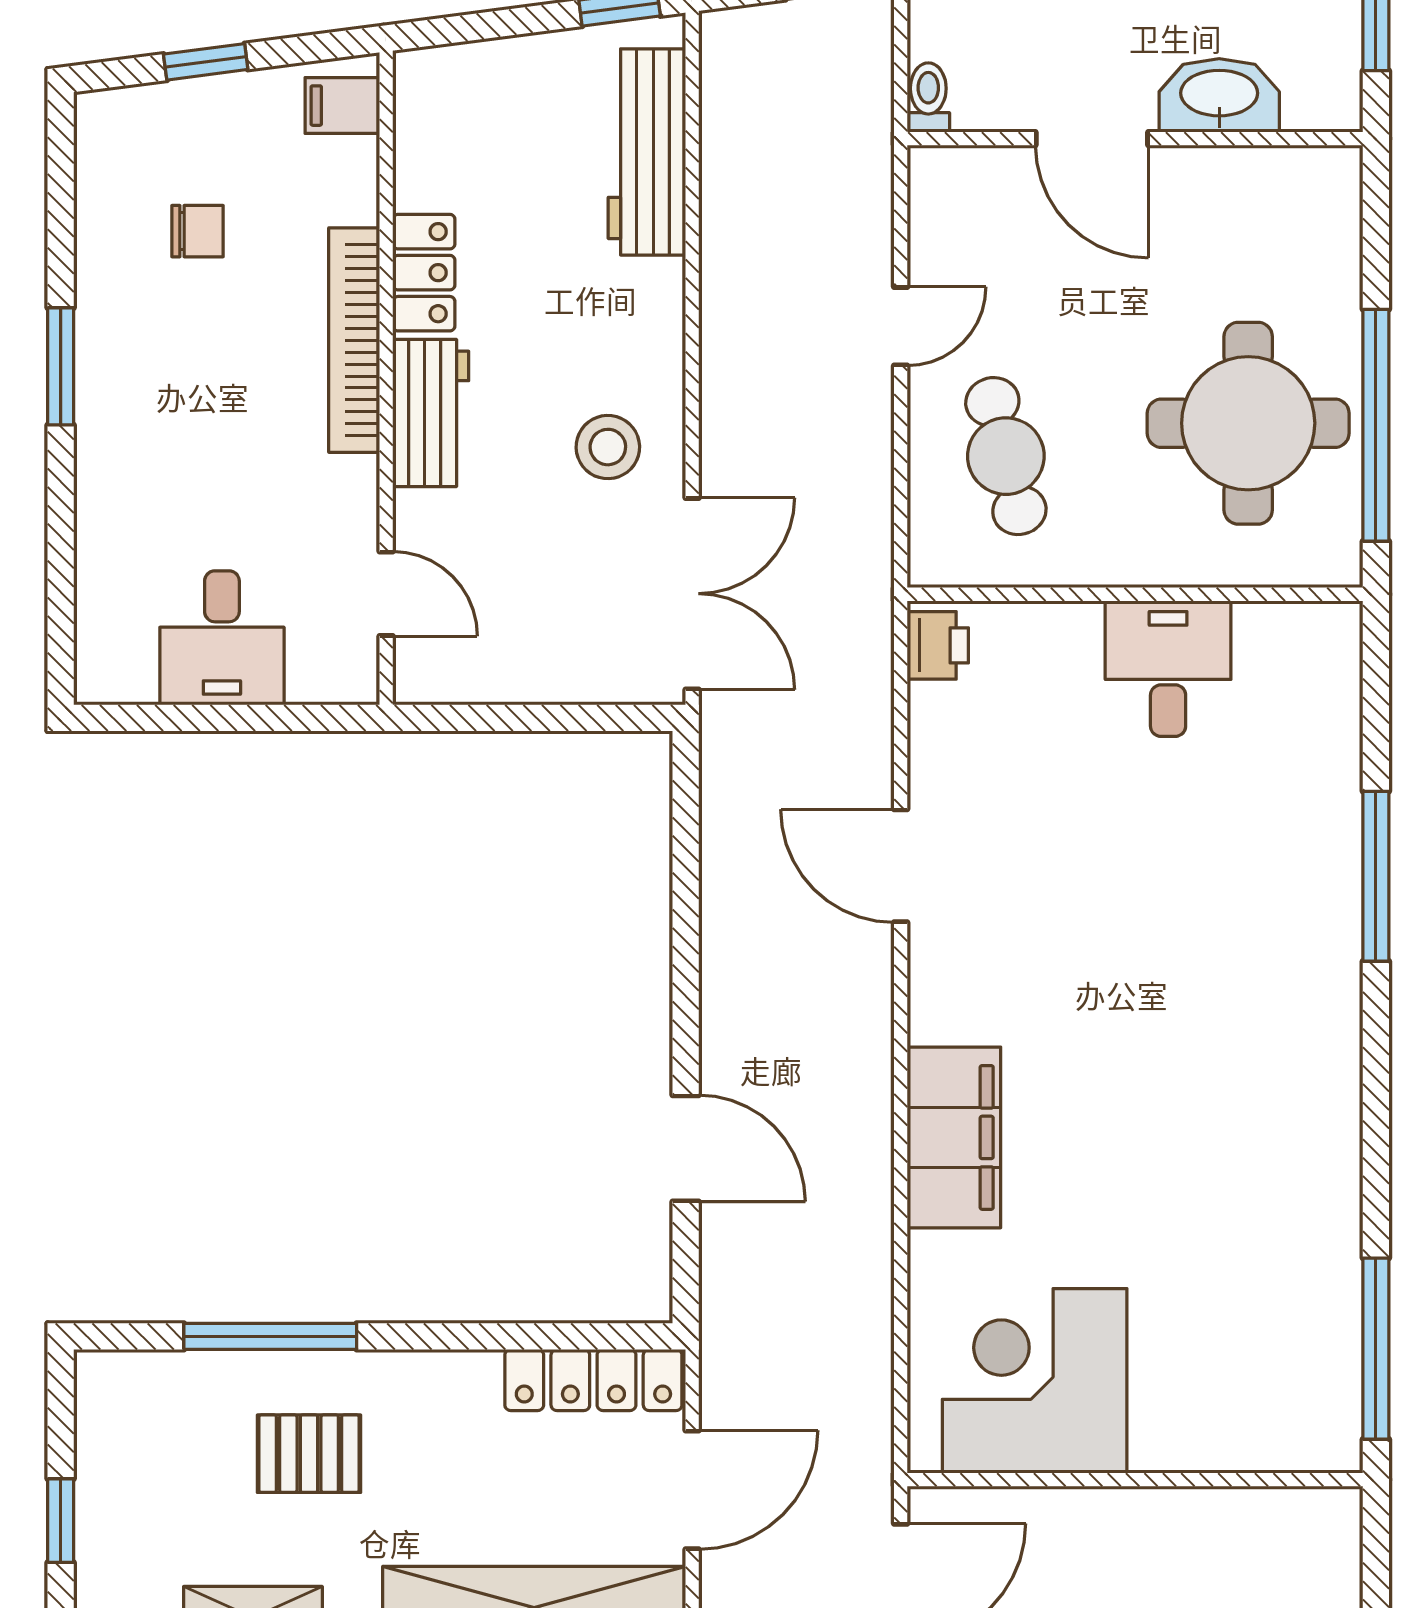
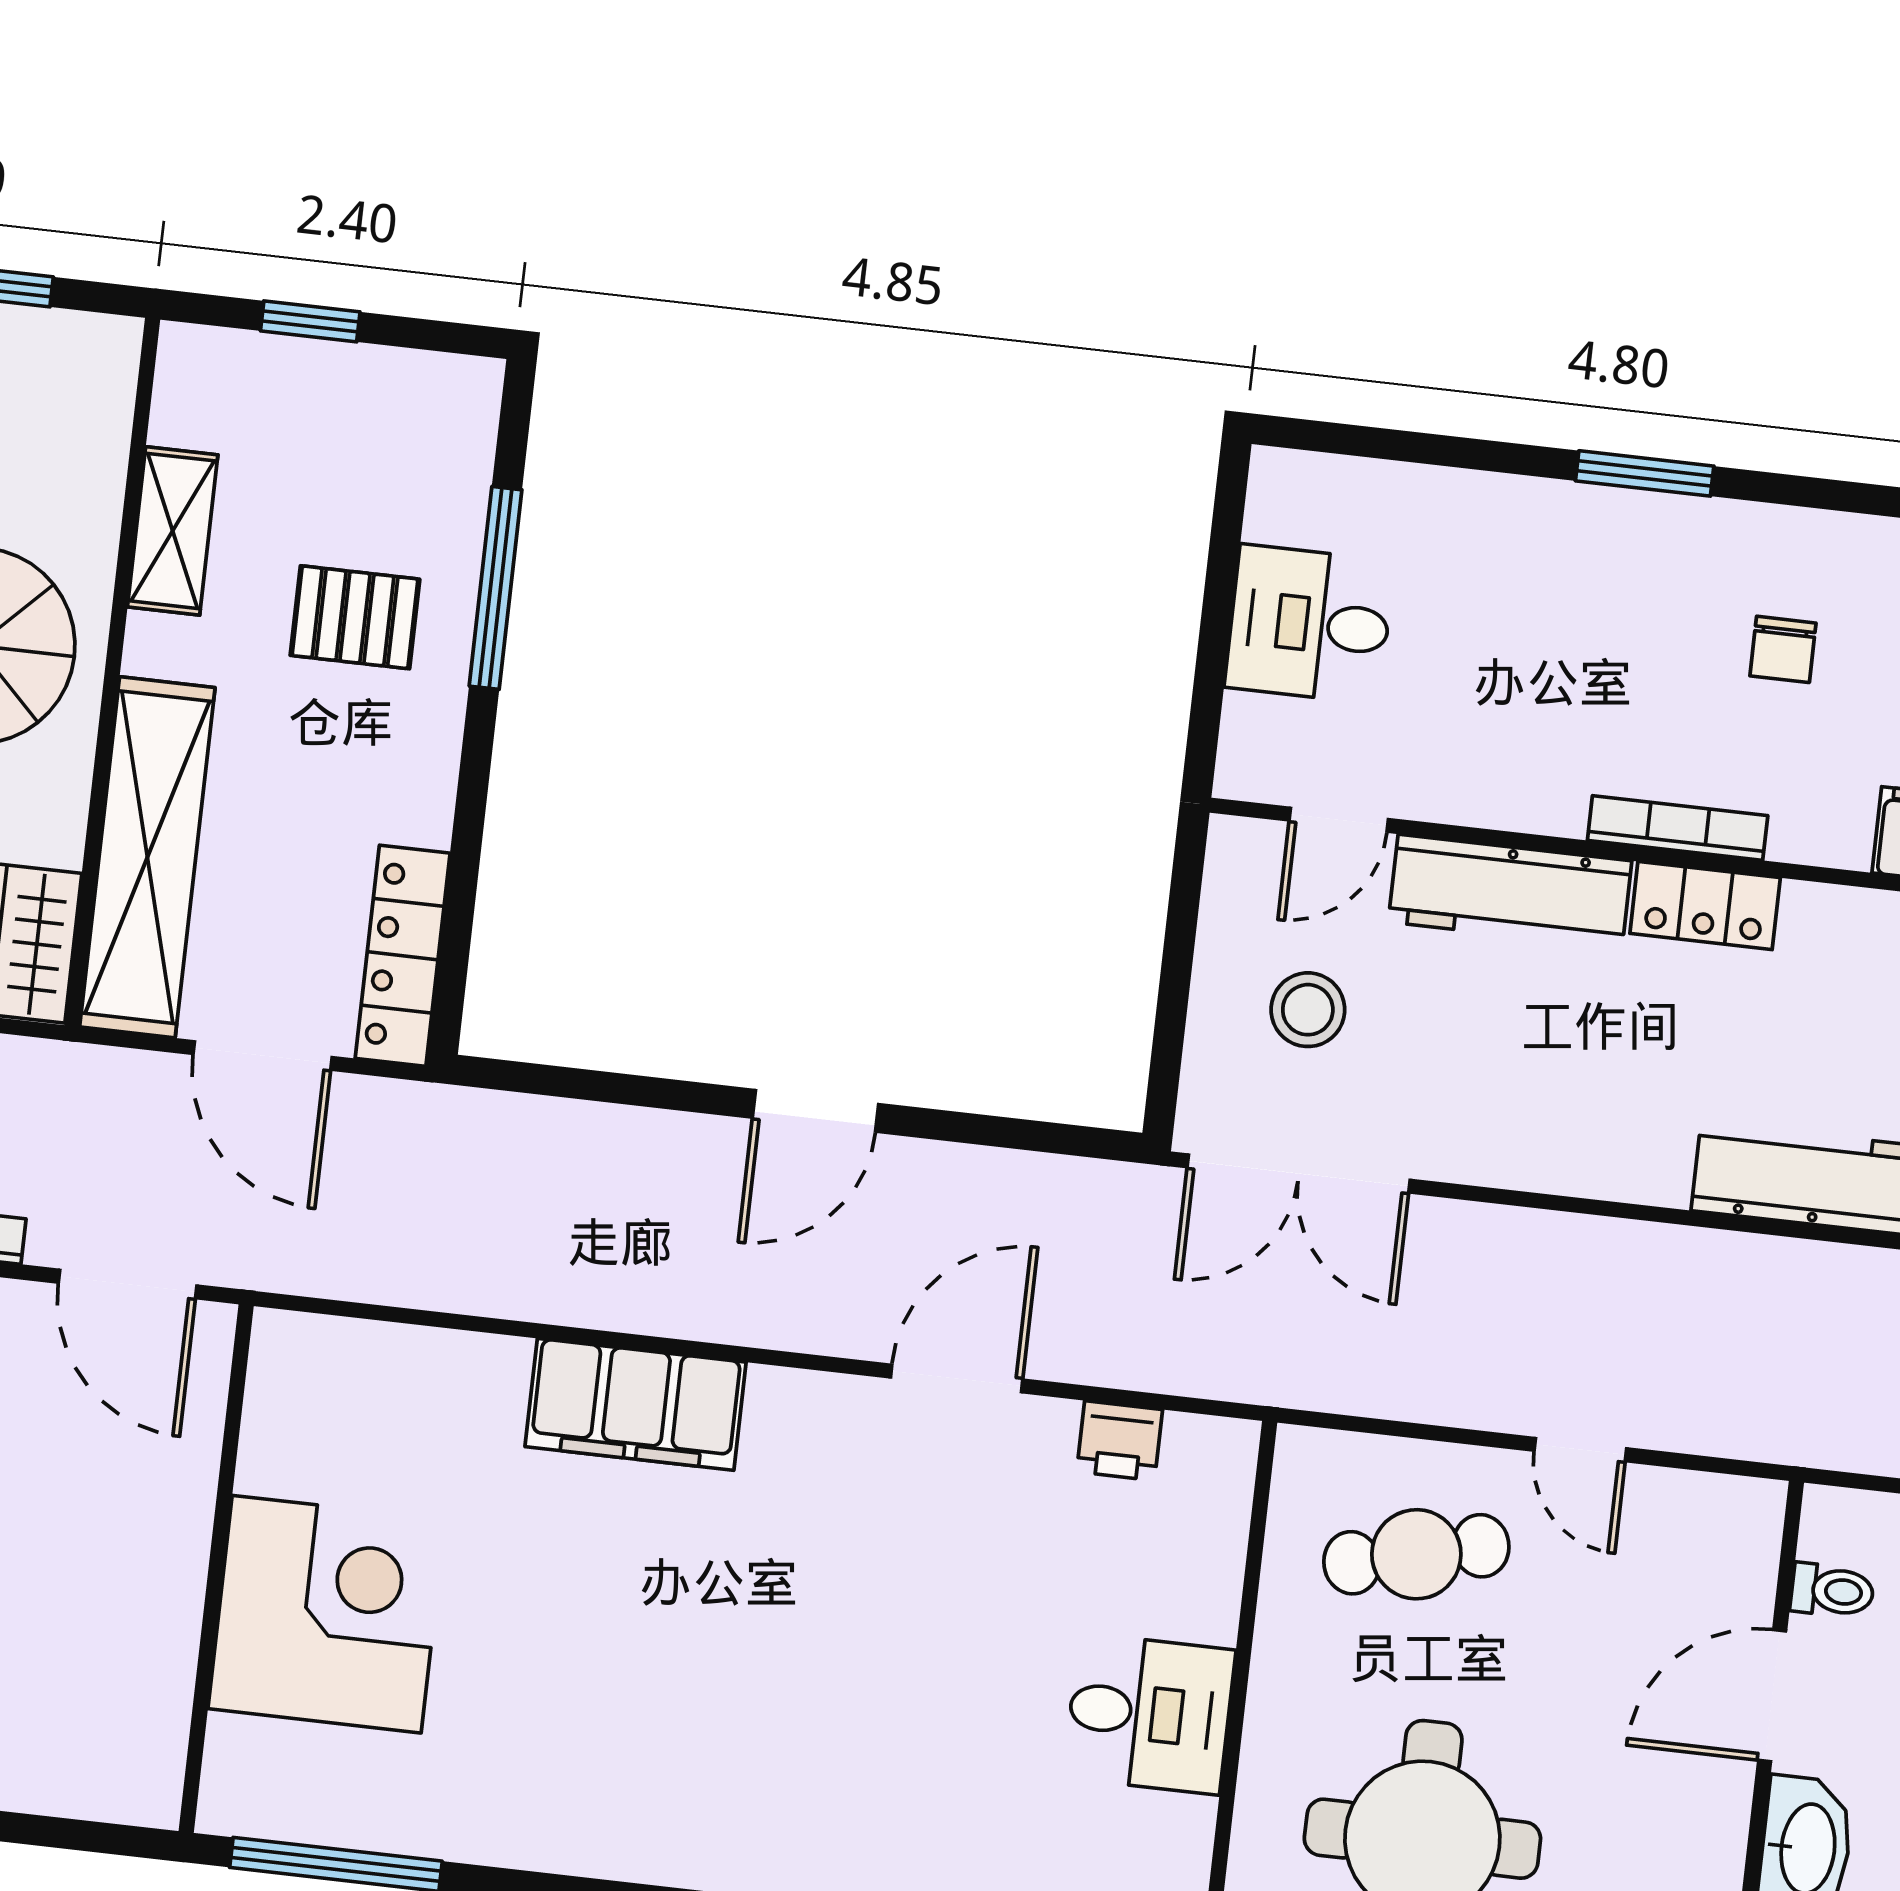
toilet: (928, 97) -> (1832, 1591), moved
bookcase: (354, 340) -> (1678, 828), width x0.68, depth x0.76
workbench: (431, 413) -> (1510, 891), width x1.38
stool: (608, 447) -> (1308, 1010), moved
printer: (938, 645) -> (1120, 1441), moved
door: (686, 1148) -> (816, 1111), moved
corner desk: (1035, 1381) -> (327, 1614), moved
pallet: (309, 1454) -> (355, 617), turned 90

